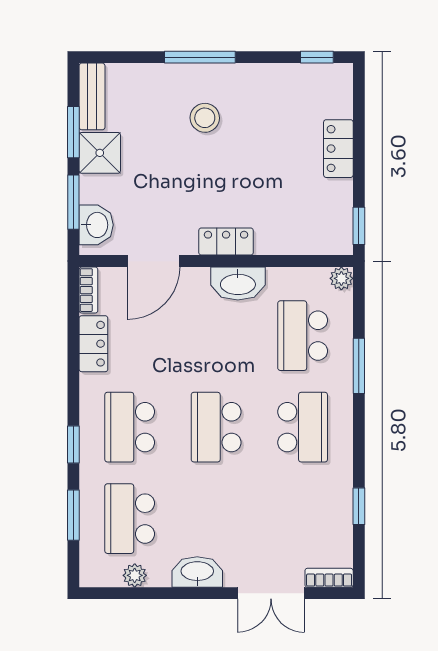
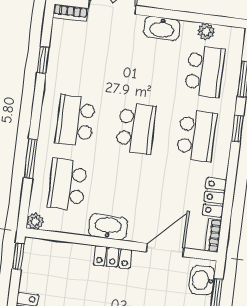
school desk: (303, 336) -> (67, 185), turned 180

